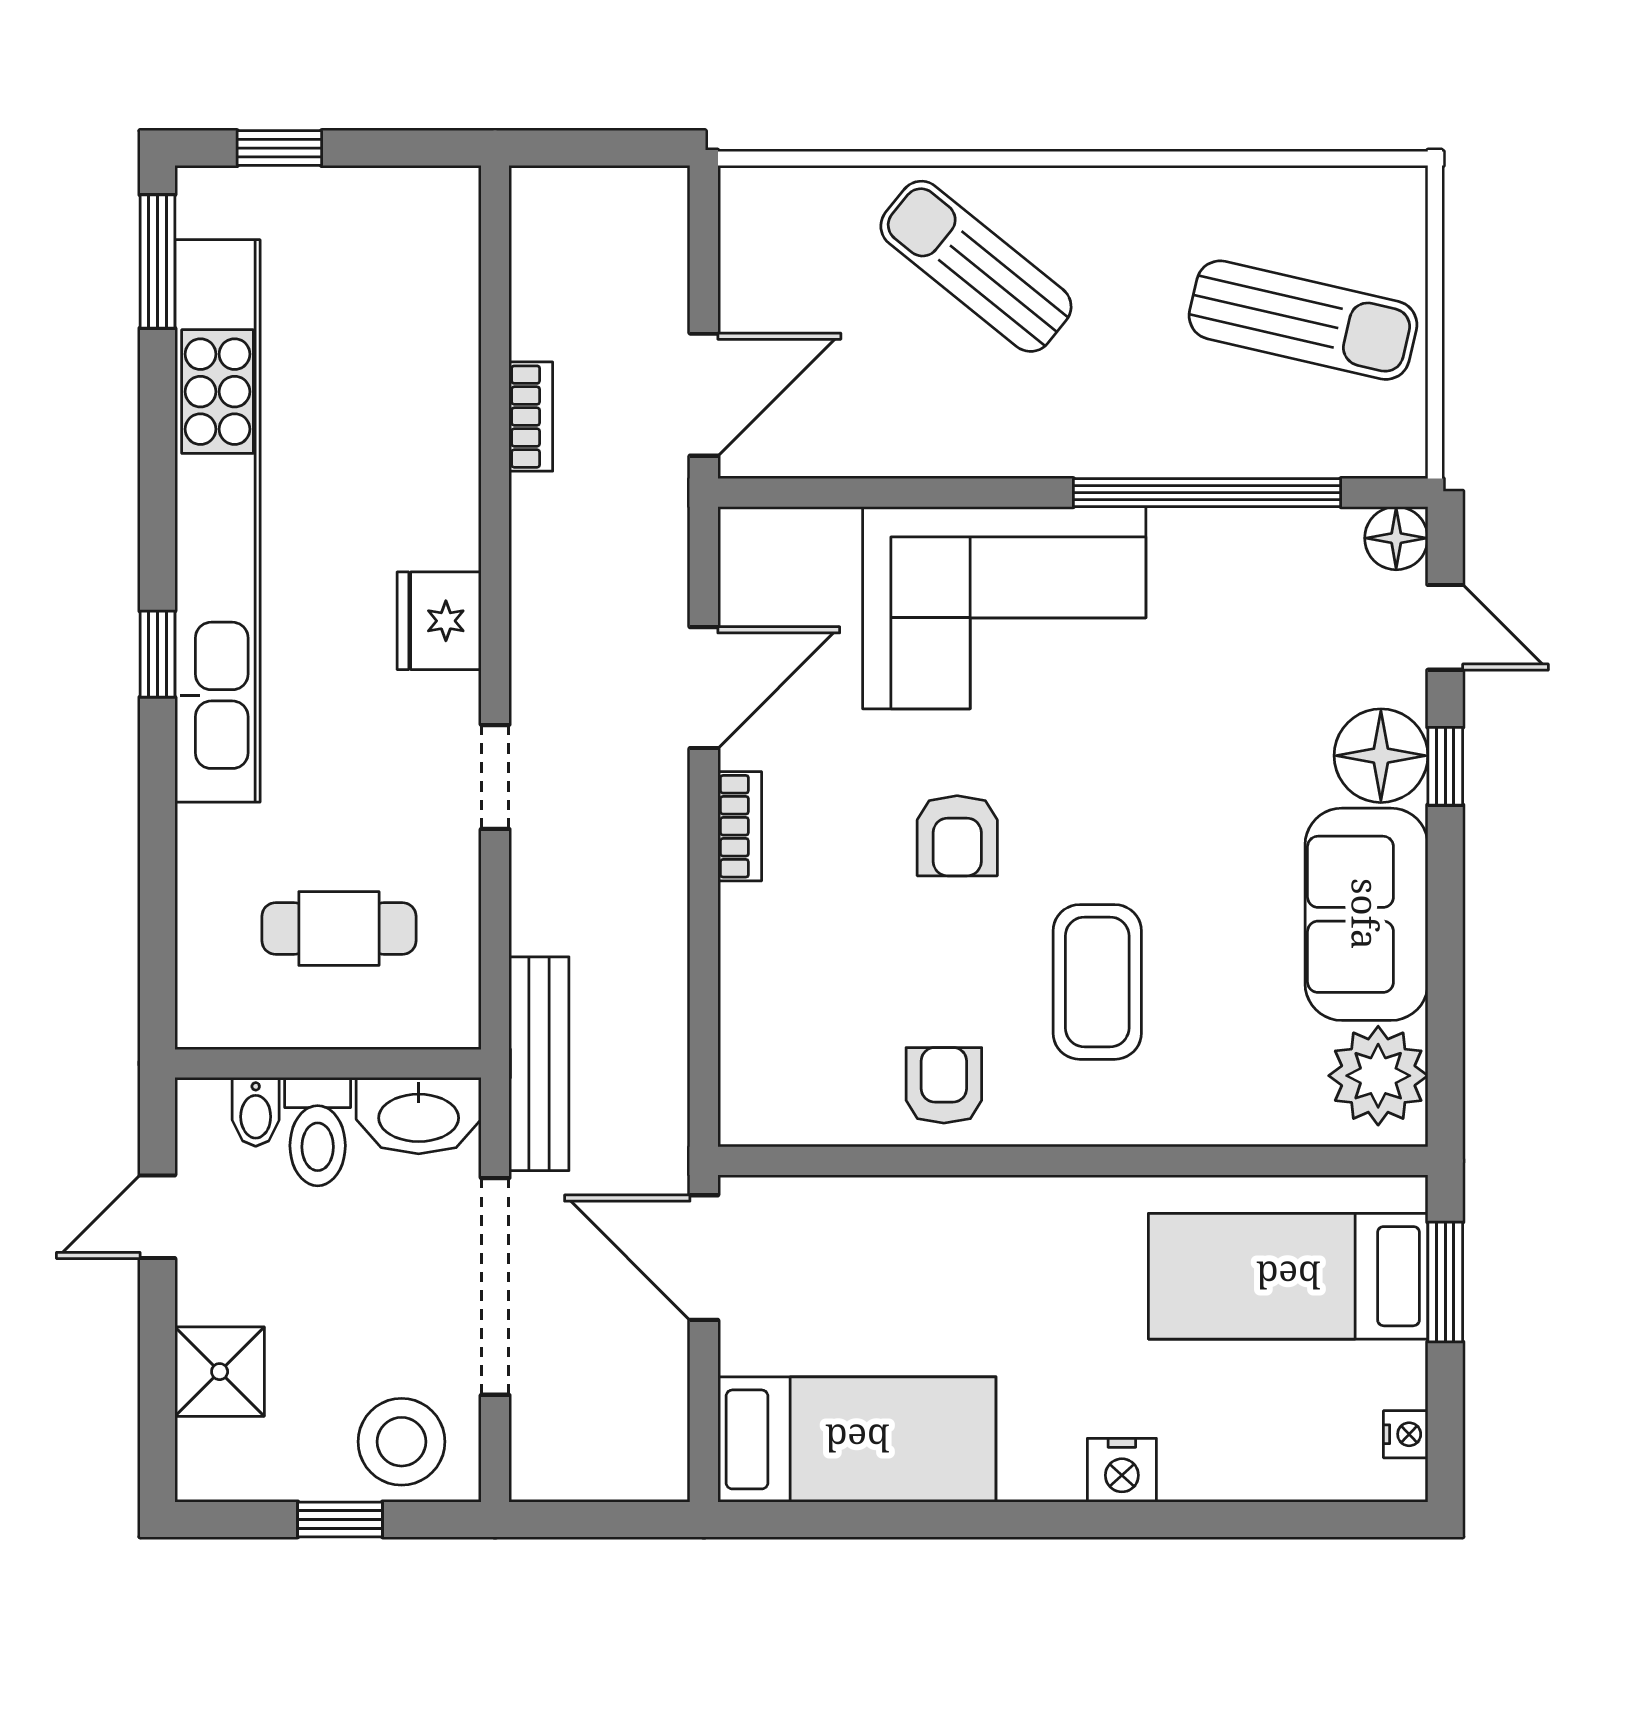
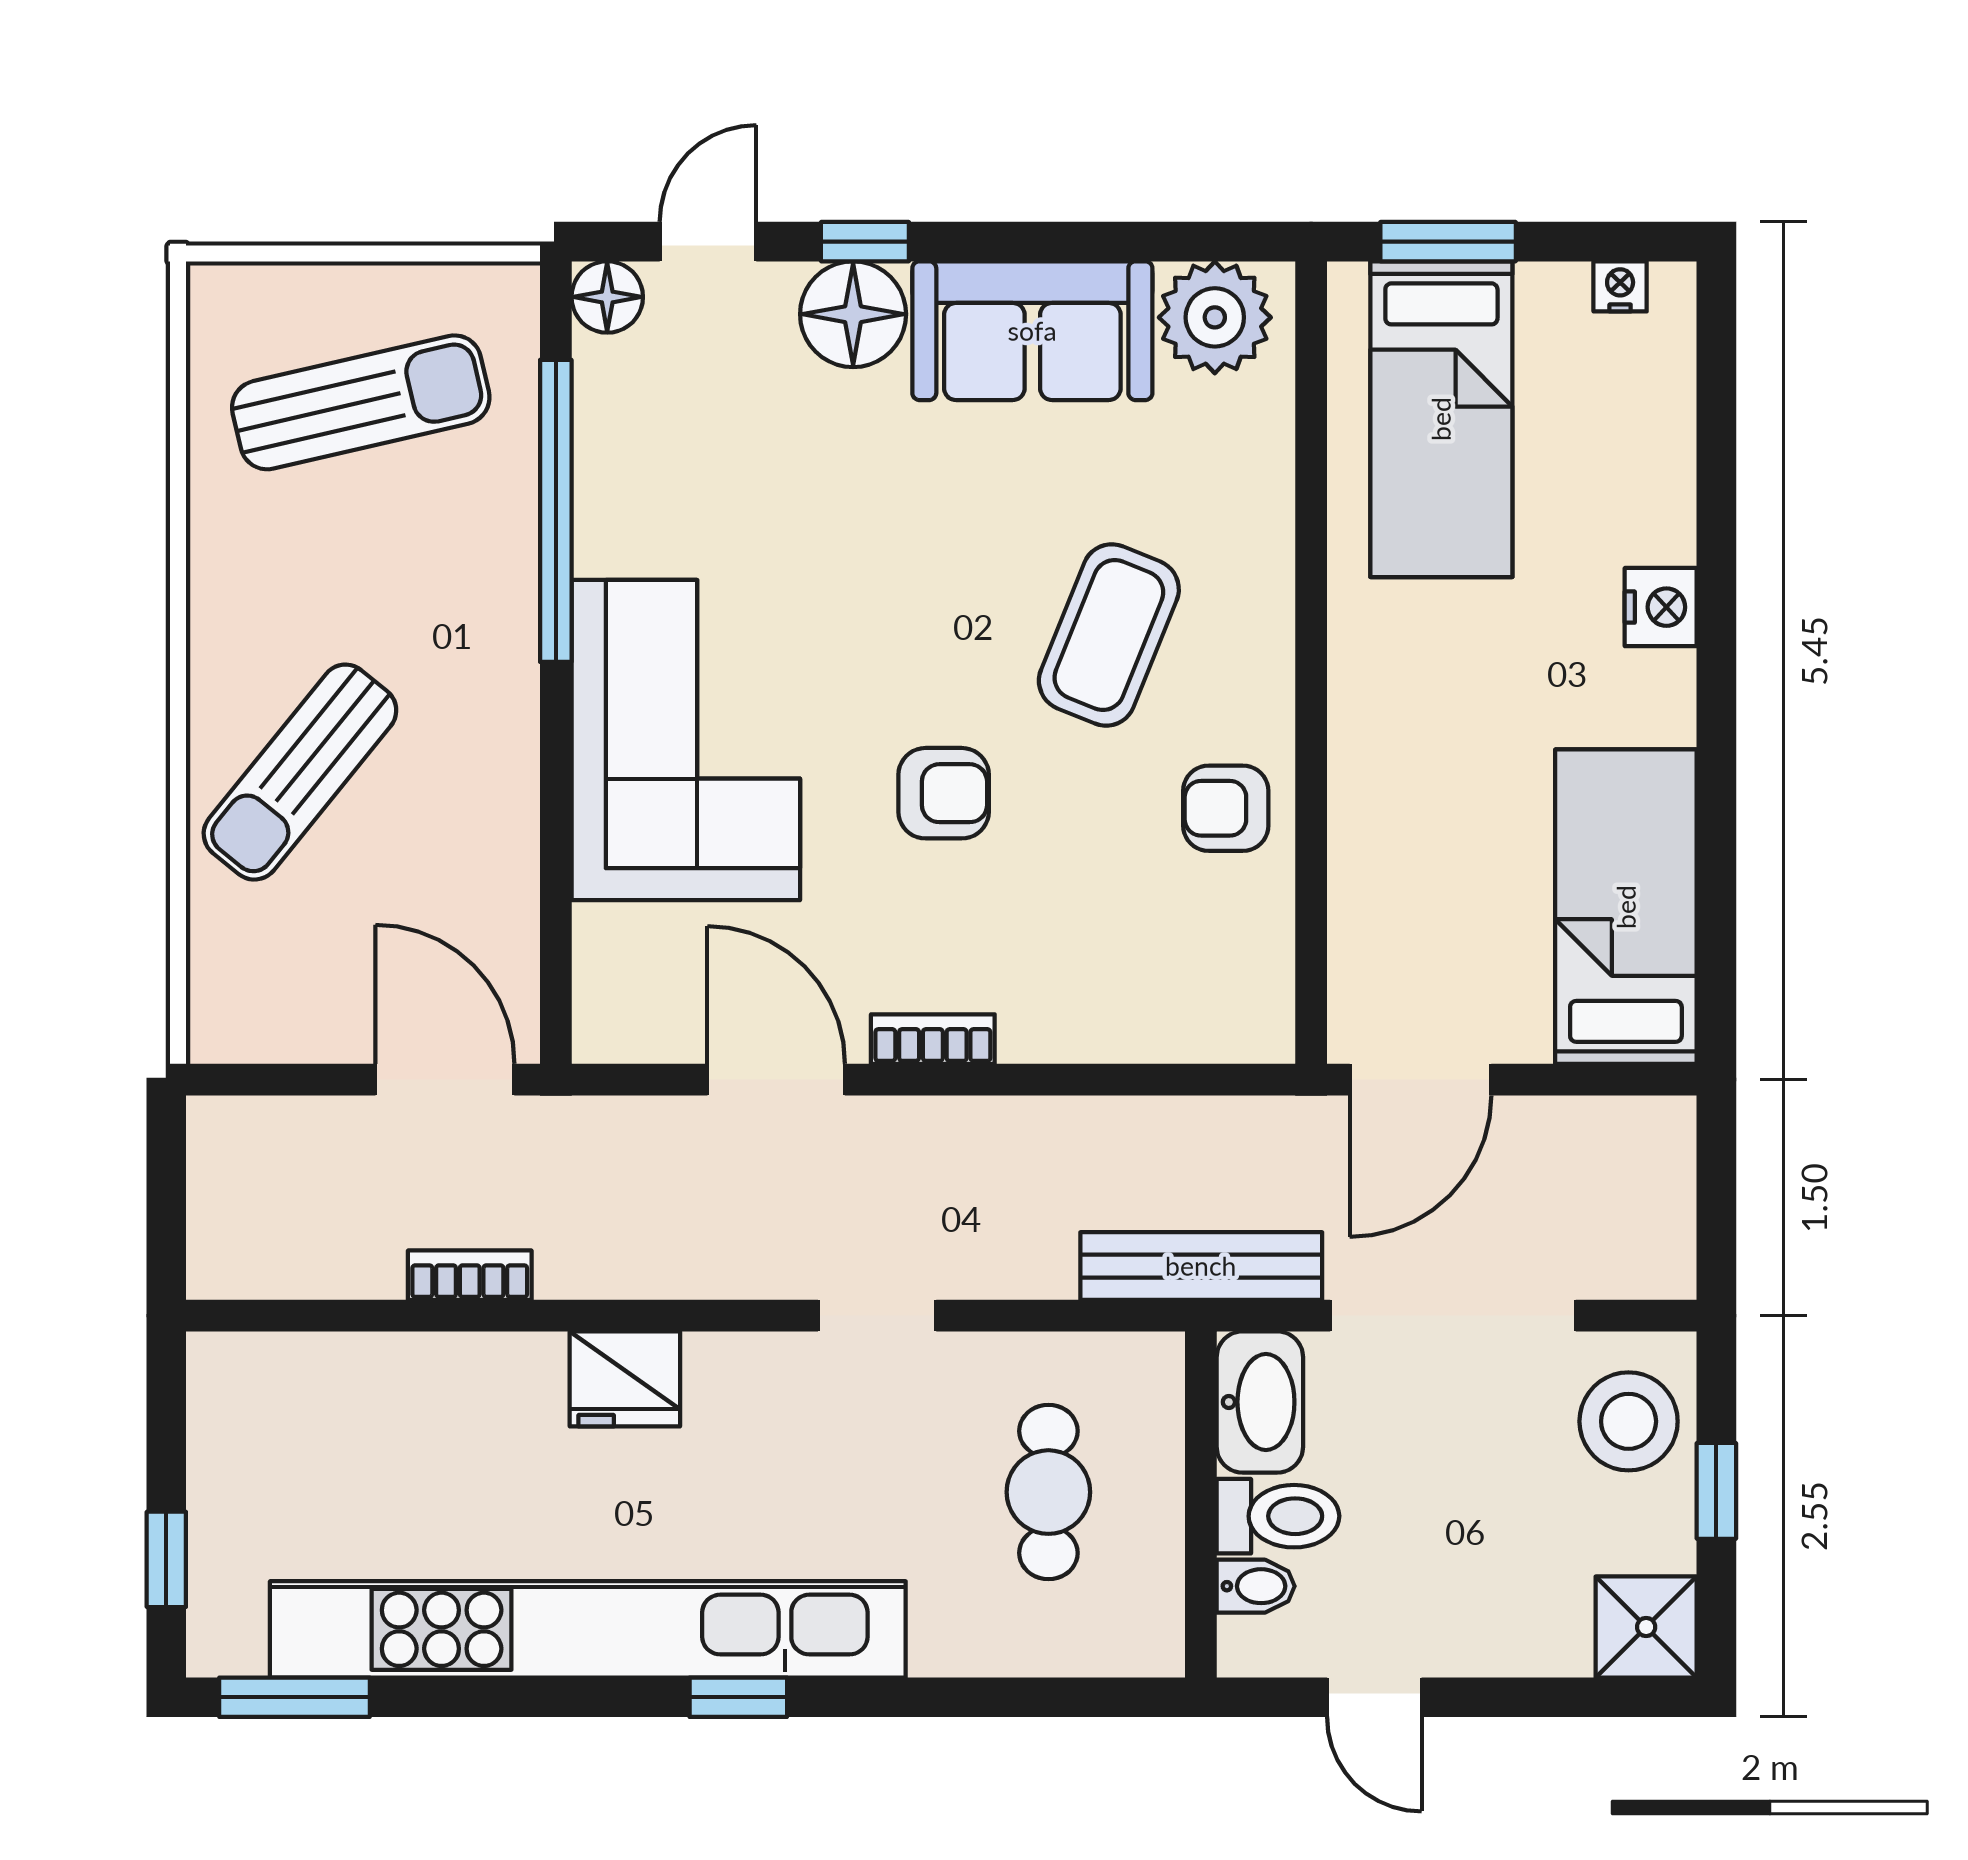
sun lounger: (1303, 320) -> (361, 402), turned 64
fridge: (439, 621) -> (625, 1379), moved
coffee table: (1097, 982) -> (1109, 635), turned -68
shower: (220, 1372) -> (1646, 1627), moved

